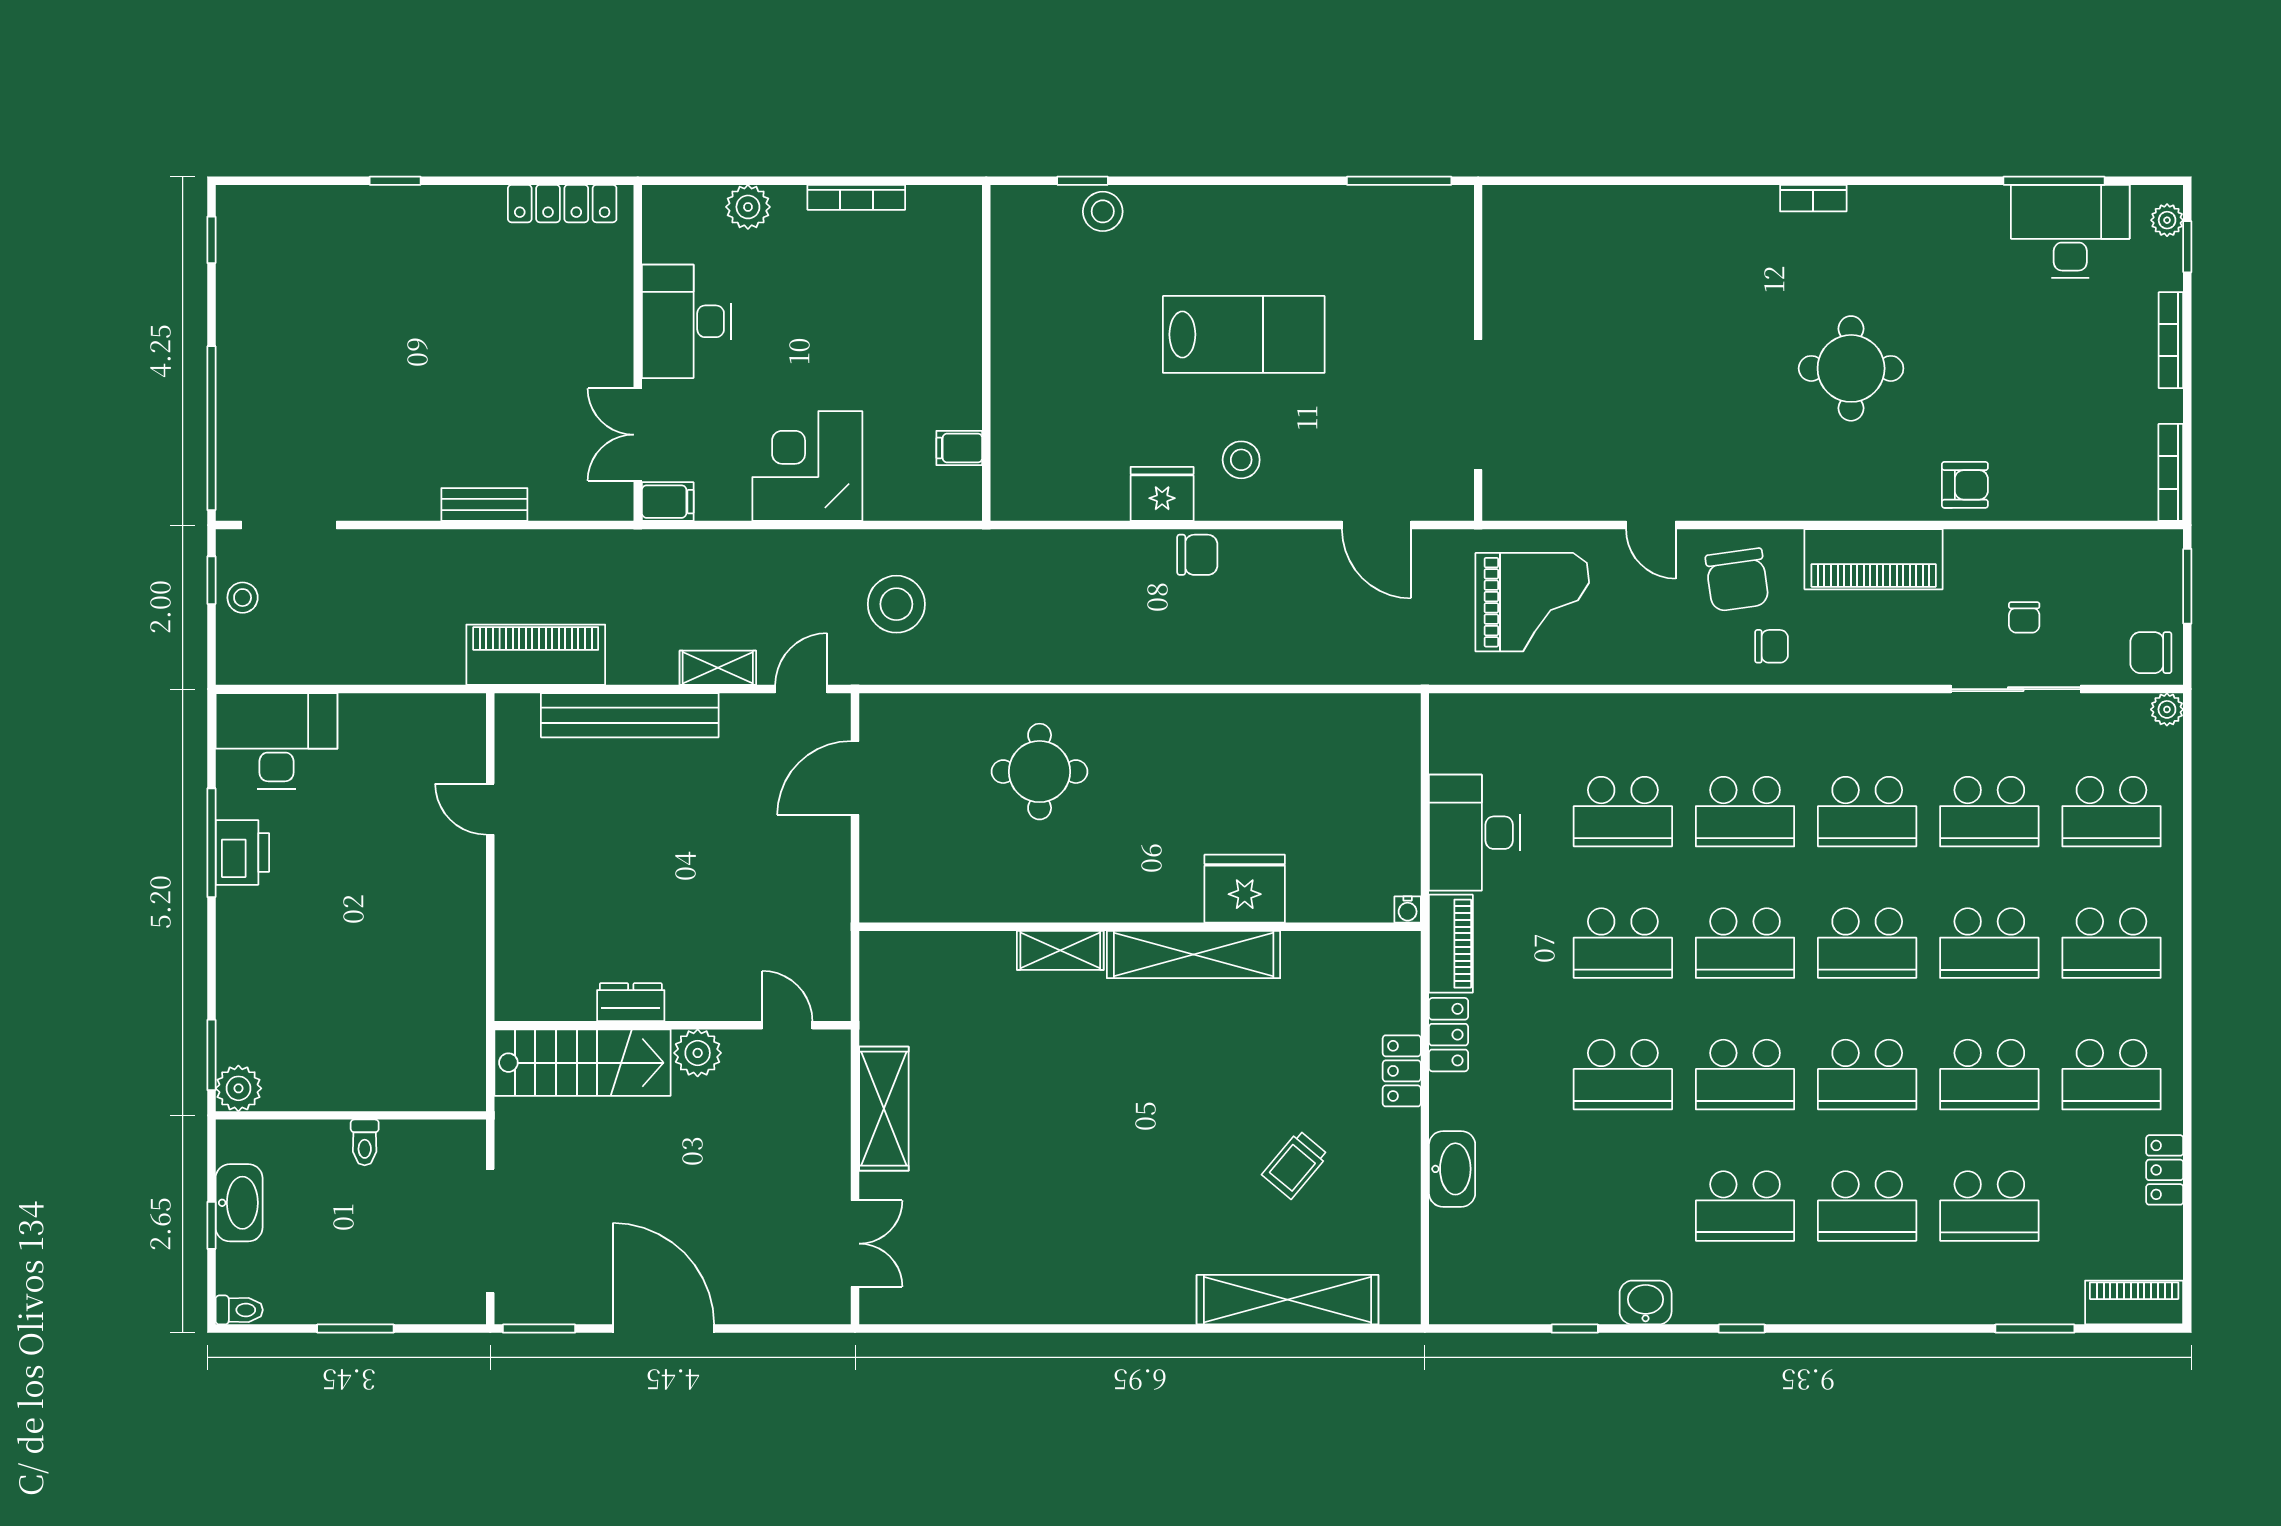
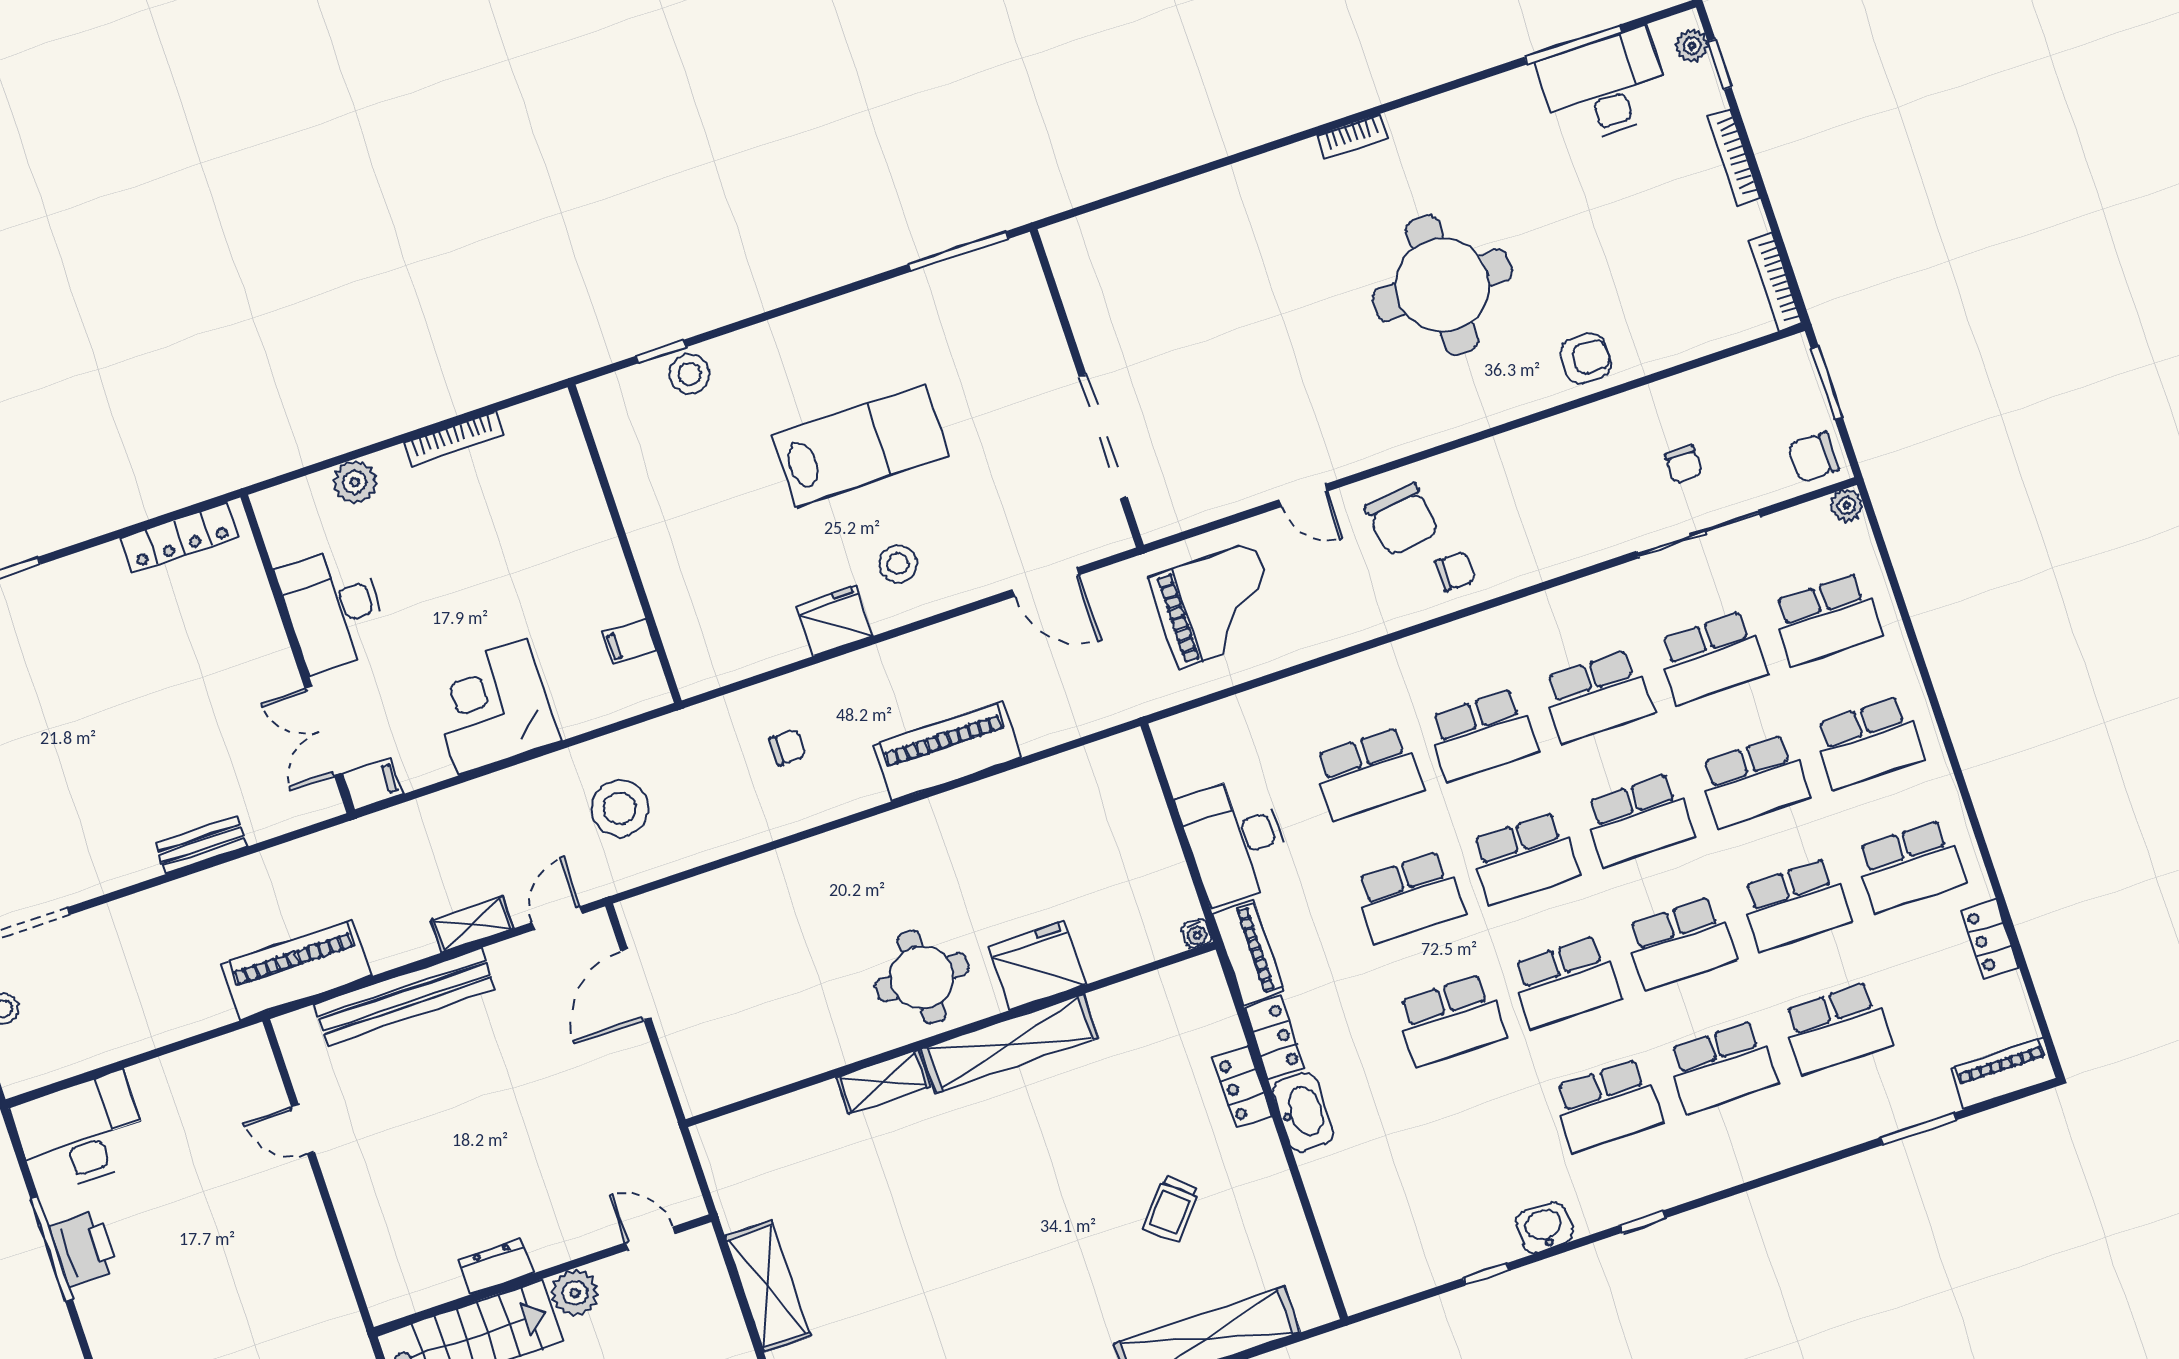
round table: (1851, 368) -> (1442, 285), width x1.36, depth x1.36
chair: (1197, 555) -> (787, 747), moved, width x0.73, depth x0.73
piano: (1874, 559) -> (947, 751), moved, turned 180
round table: (1040, 772) -> (922, 977), moved
washbasin: (1452, 1169) -> (1303, 1112), moved

